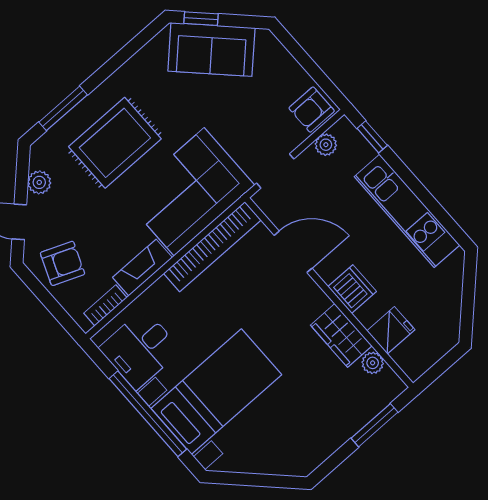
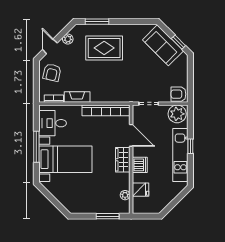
window: (201, 19) -> (178, 42), moved
window: (372, 137) -> (190, 146), moved
plant: (326, 145) -> (177, 114), width x1.88, depth x1.88
corner sofa: (189, 192) -> (114, 86), removed
armchair: (63, 263) -> (52, 72), turned 81
wardrobe: (341, 335) -> (123, 160), moved
window: (148, 414) -> (36, 147), width x0.68

